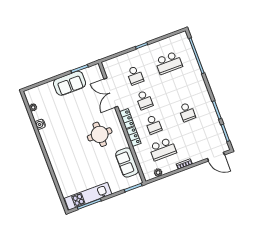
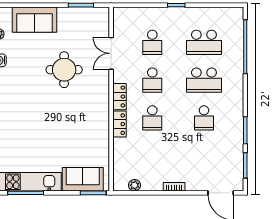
sofa: (70, 83) -> (34, 20), moved
double door: (111, 93) -> (111, 53), width x0.73
round table: (100, 134) -> (64, 70), moved
school desk: (163, 149) -> (204, 80), moved
sofa: (127, 163) -> (83, 179), moved, turned 90

